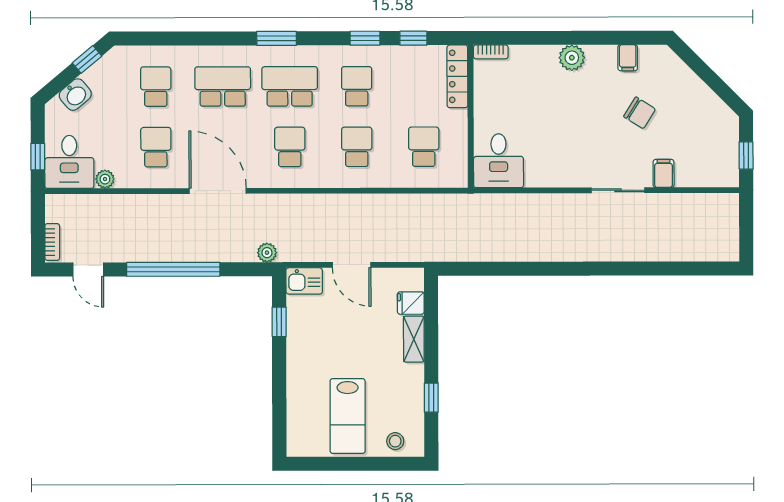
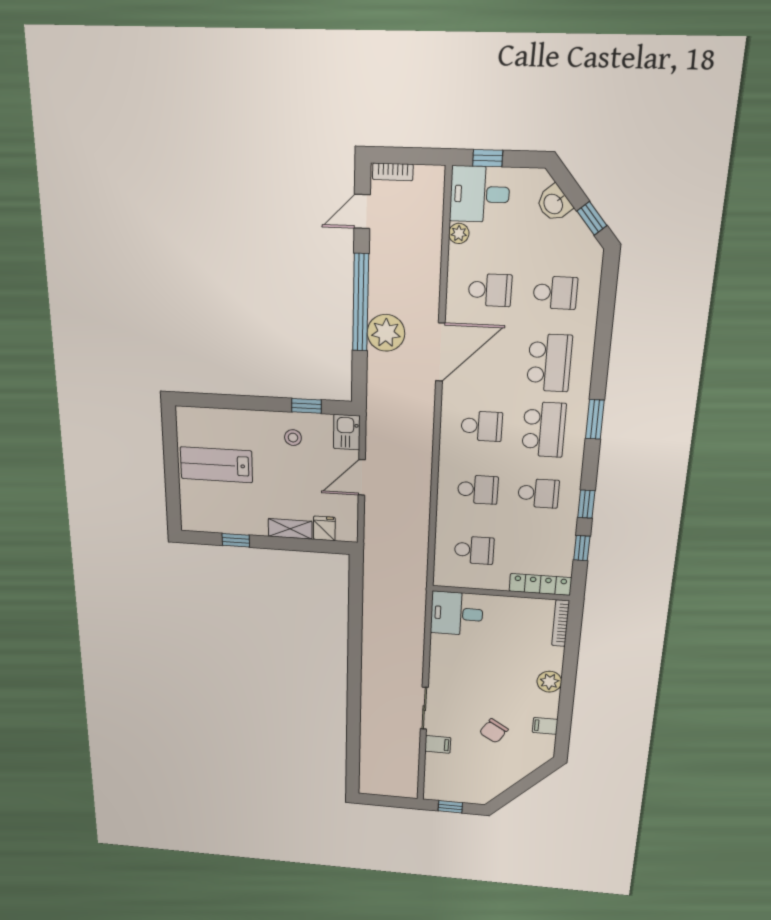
bookcase: (491, 52) -> (561, 623), width x1.56
plant: (267, 253) -> (386, 333), moved, width x1.87, depth x1.87
stool: (395, 441) -> (293, 438), moved

